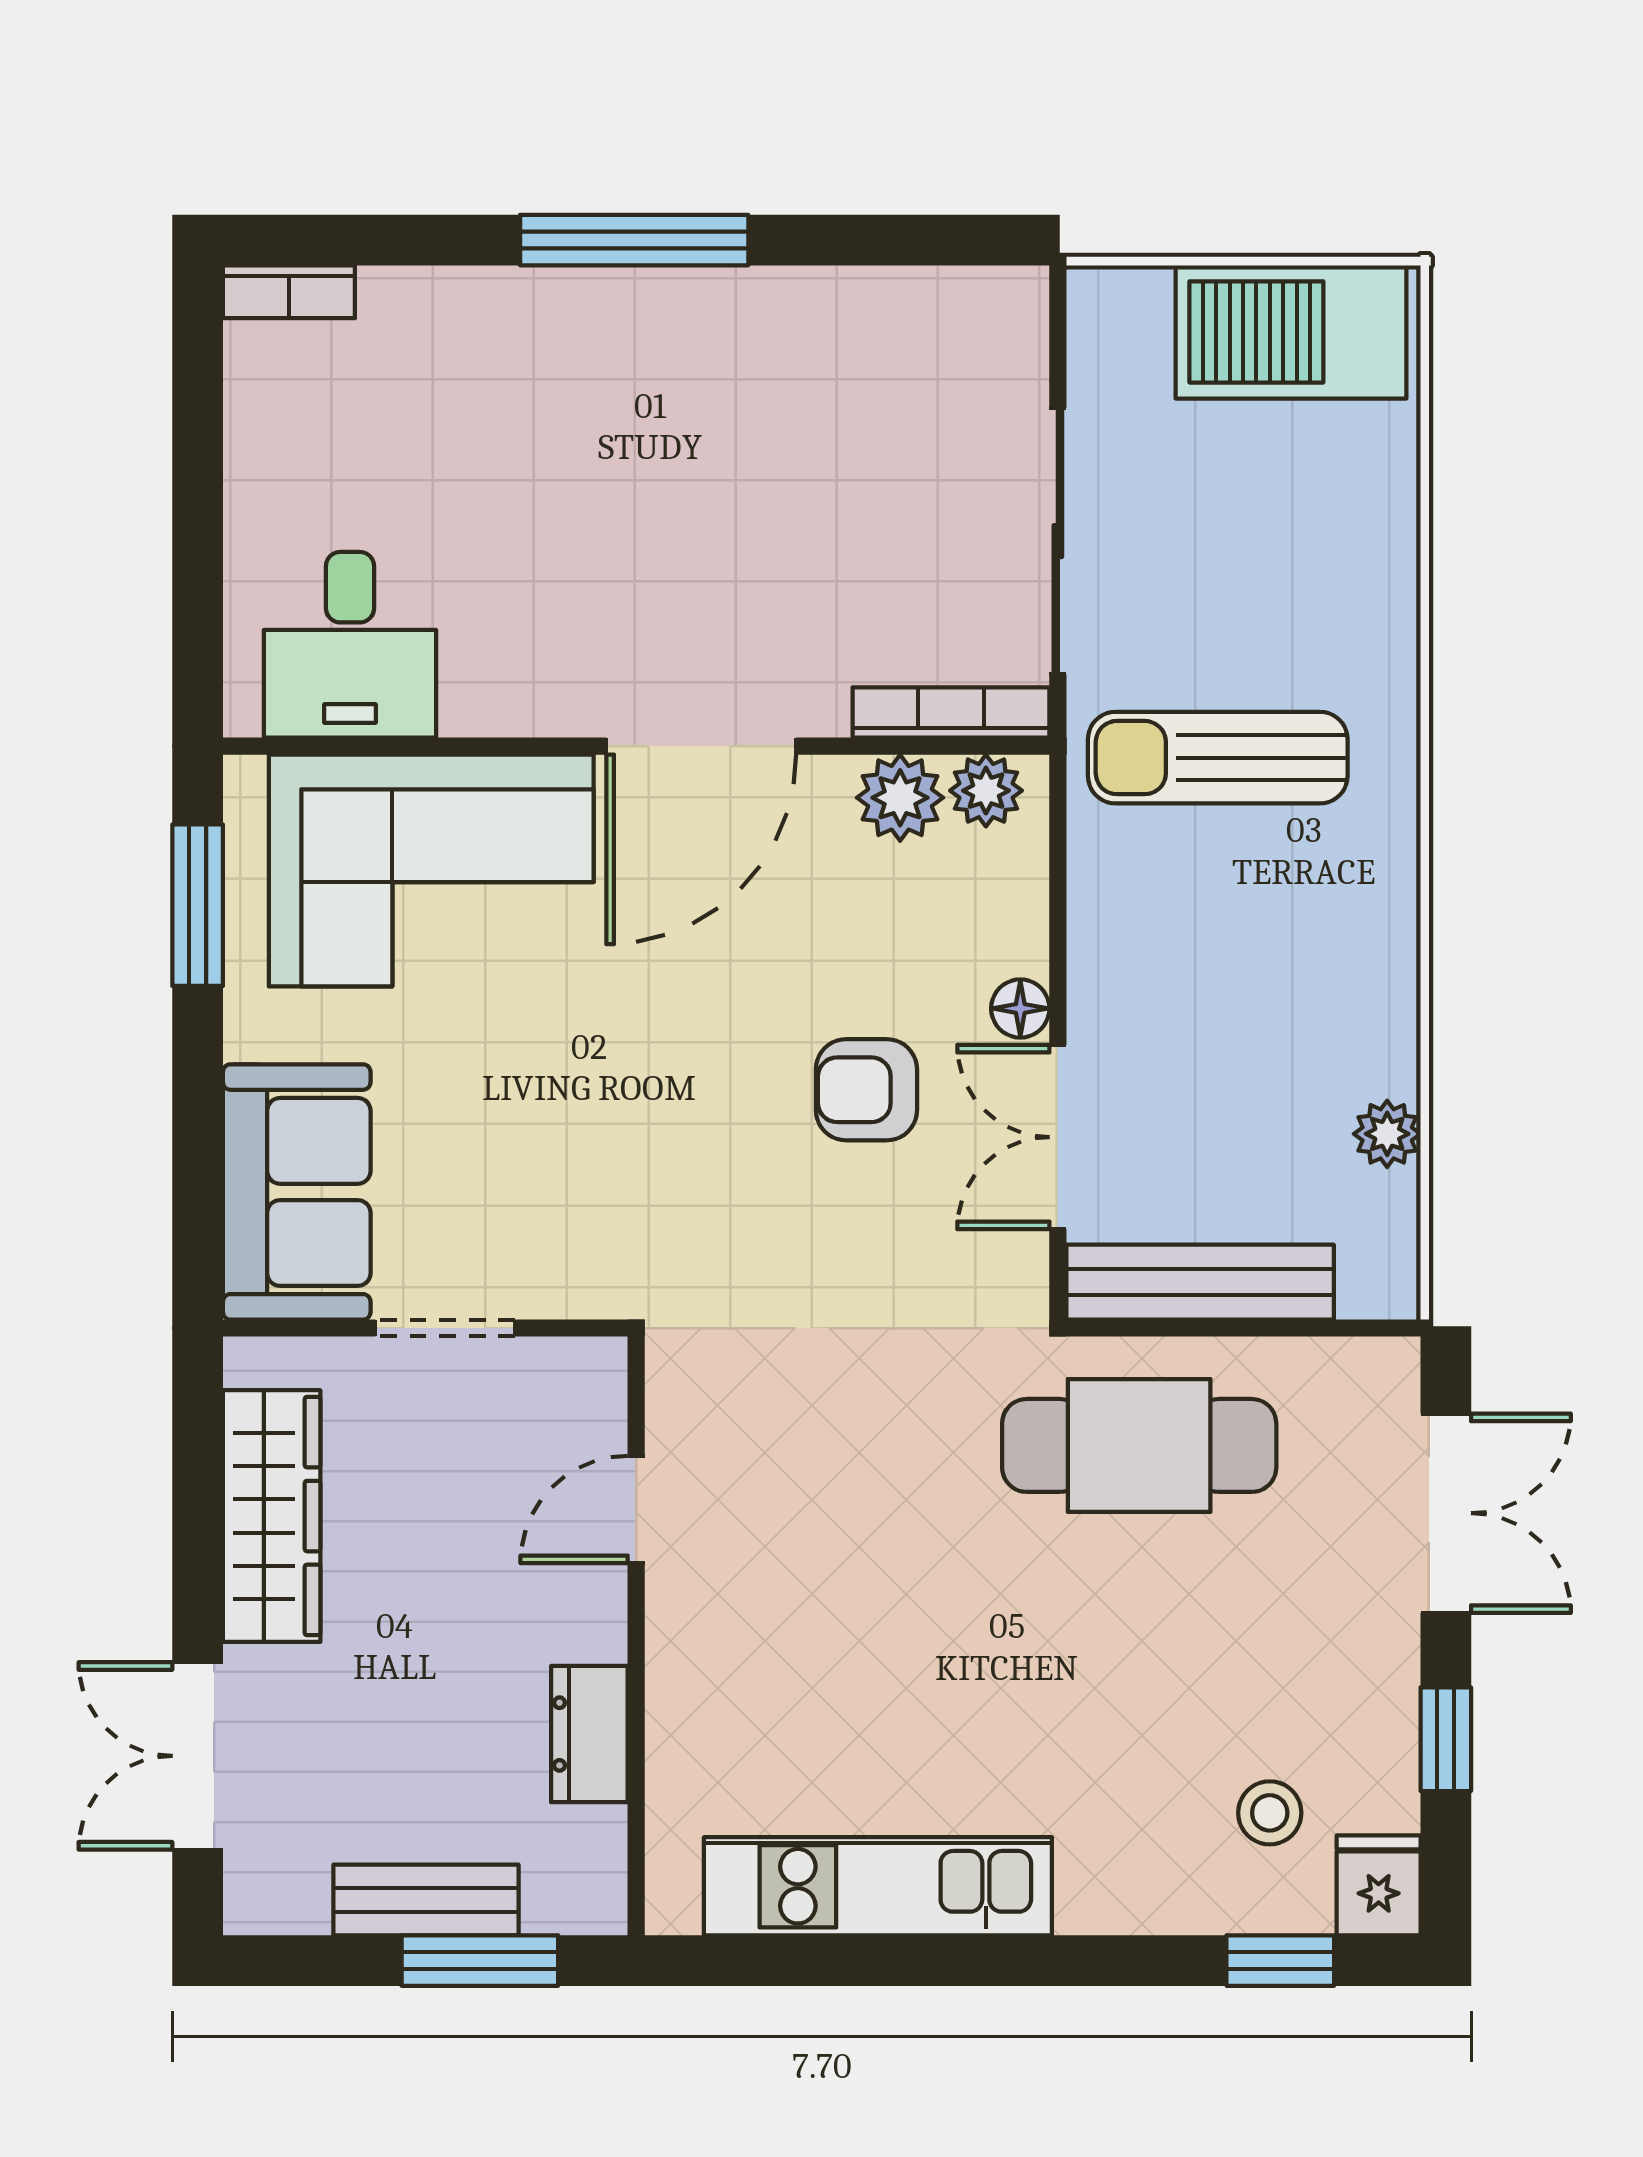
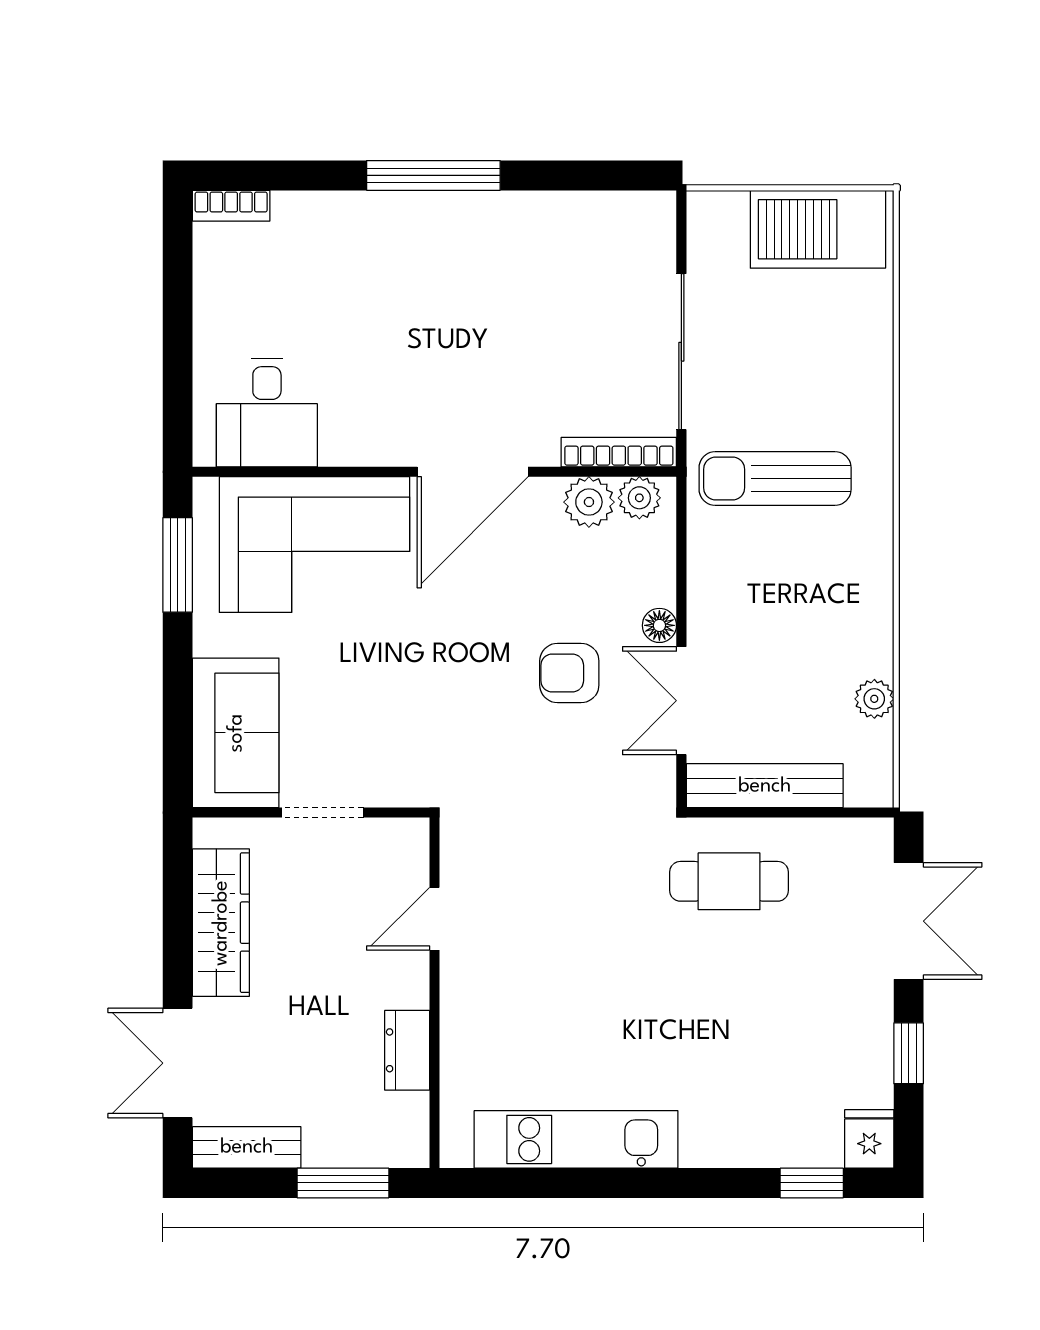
cafe table: (1139, 1445) -> (729, 881), width x0.73, depth x0.74
stool: (1270, 1813) -> (805, 1096), removed
bench: (426, 1900) -> (247, 1147), moved

